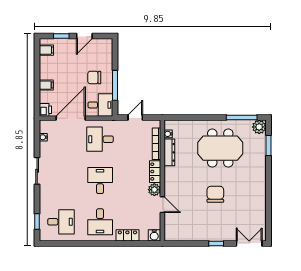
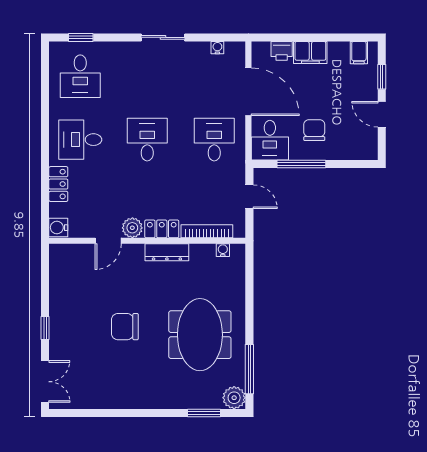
filing cabinet: (46, 85) -> (310, 52), width x2.00
printer: (45, 110) -> (282, 51), moved
dresser: (169, 152) -> (167, 252), moved
desk: (100, 180) -> (147, 140), turned -90
chair: (215, 194) -> (125, 327), turned 180

